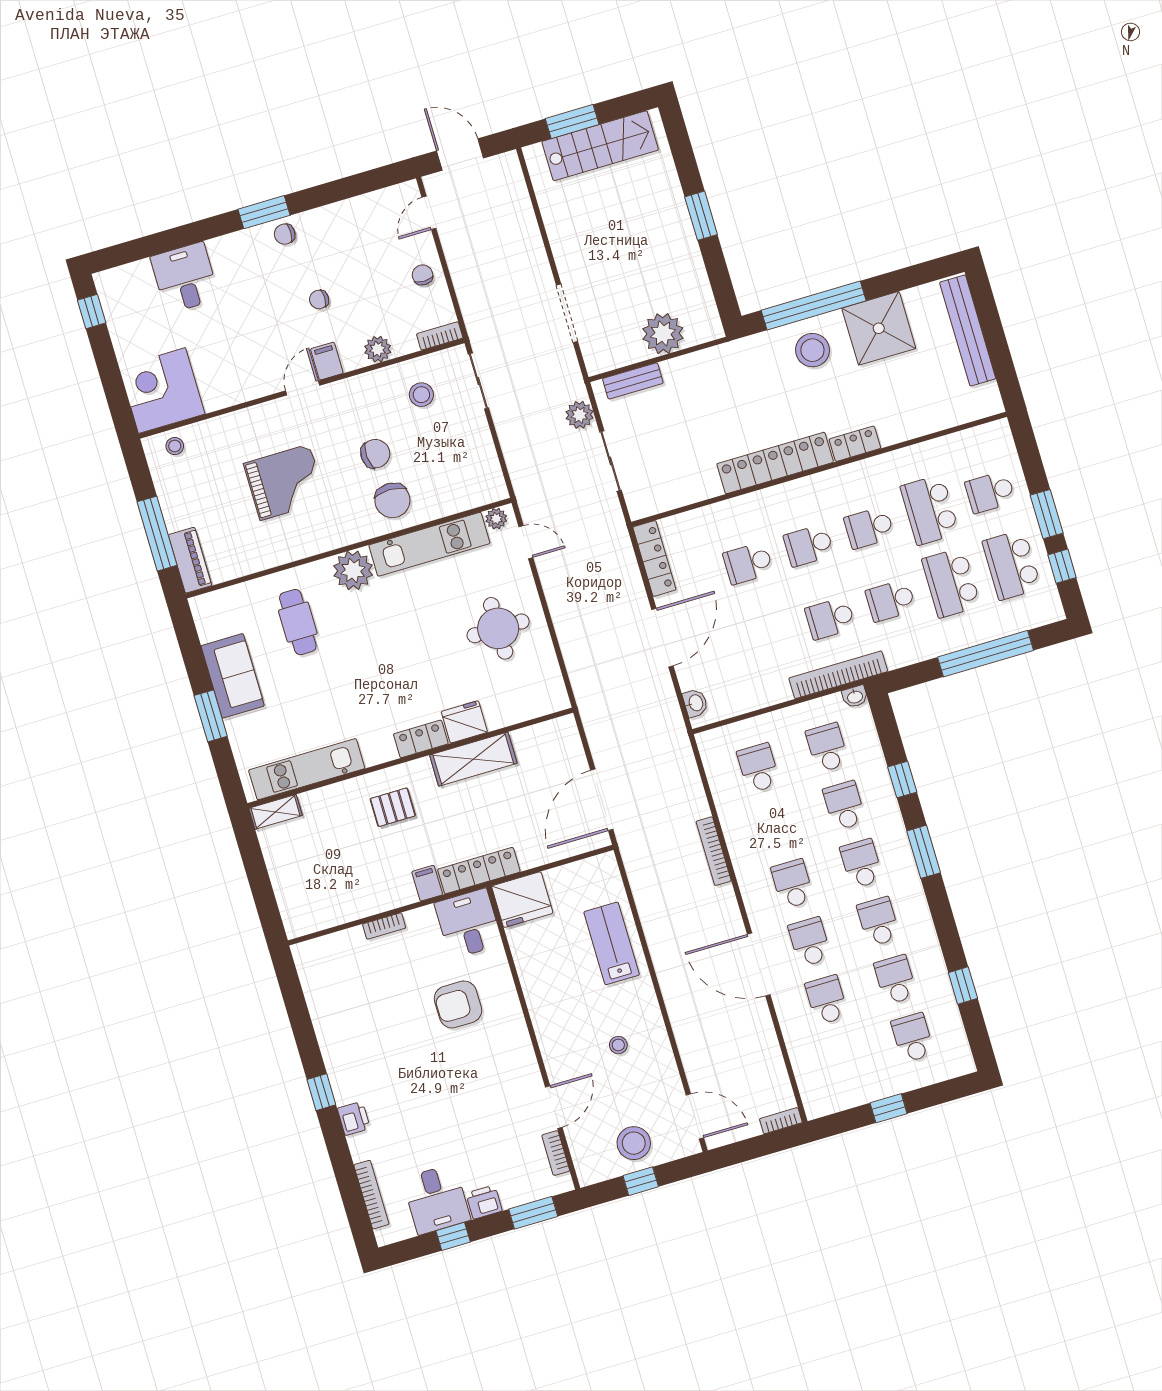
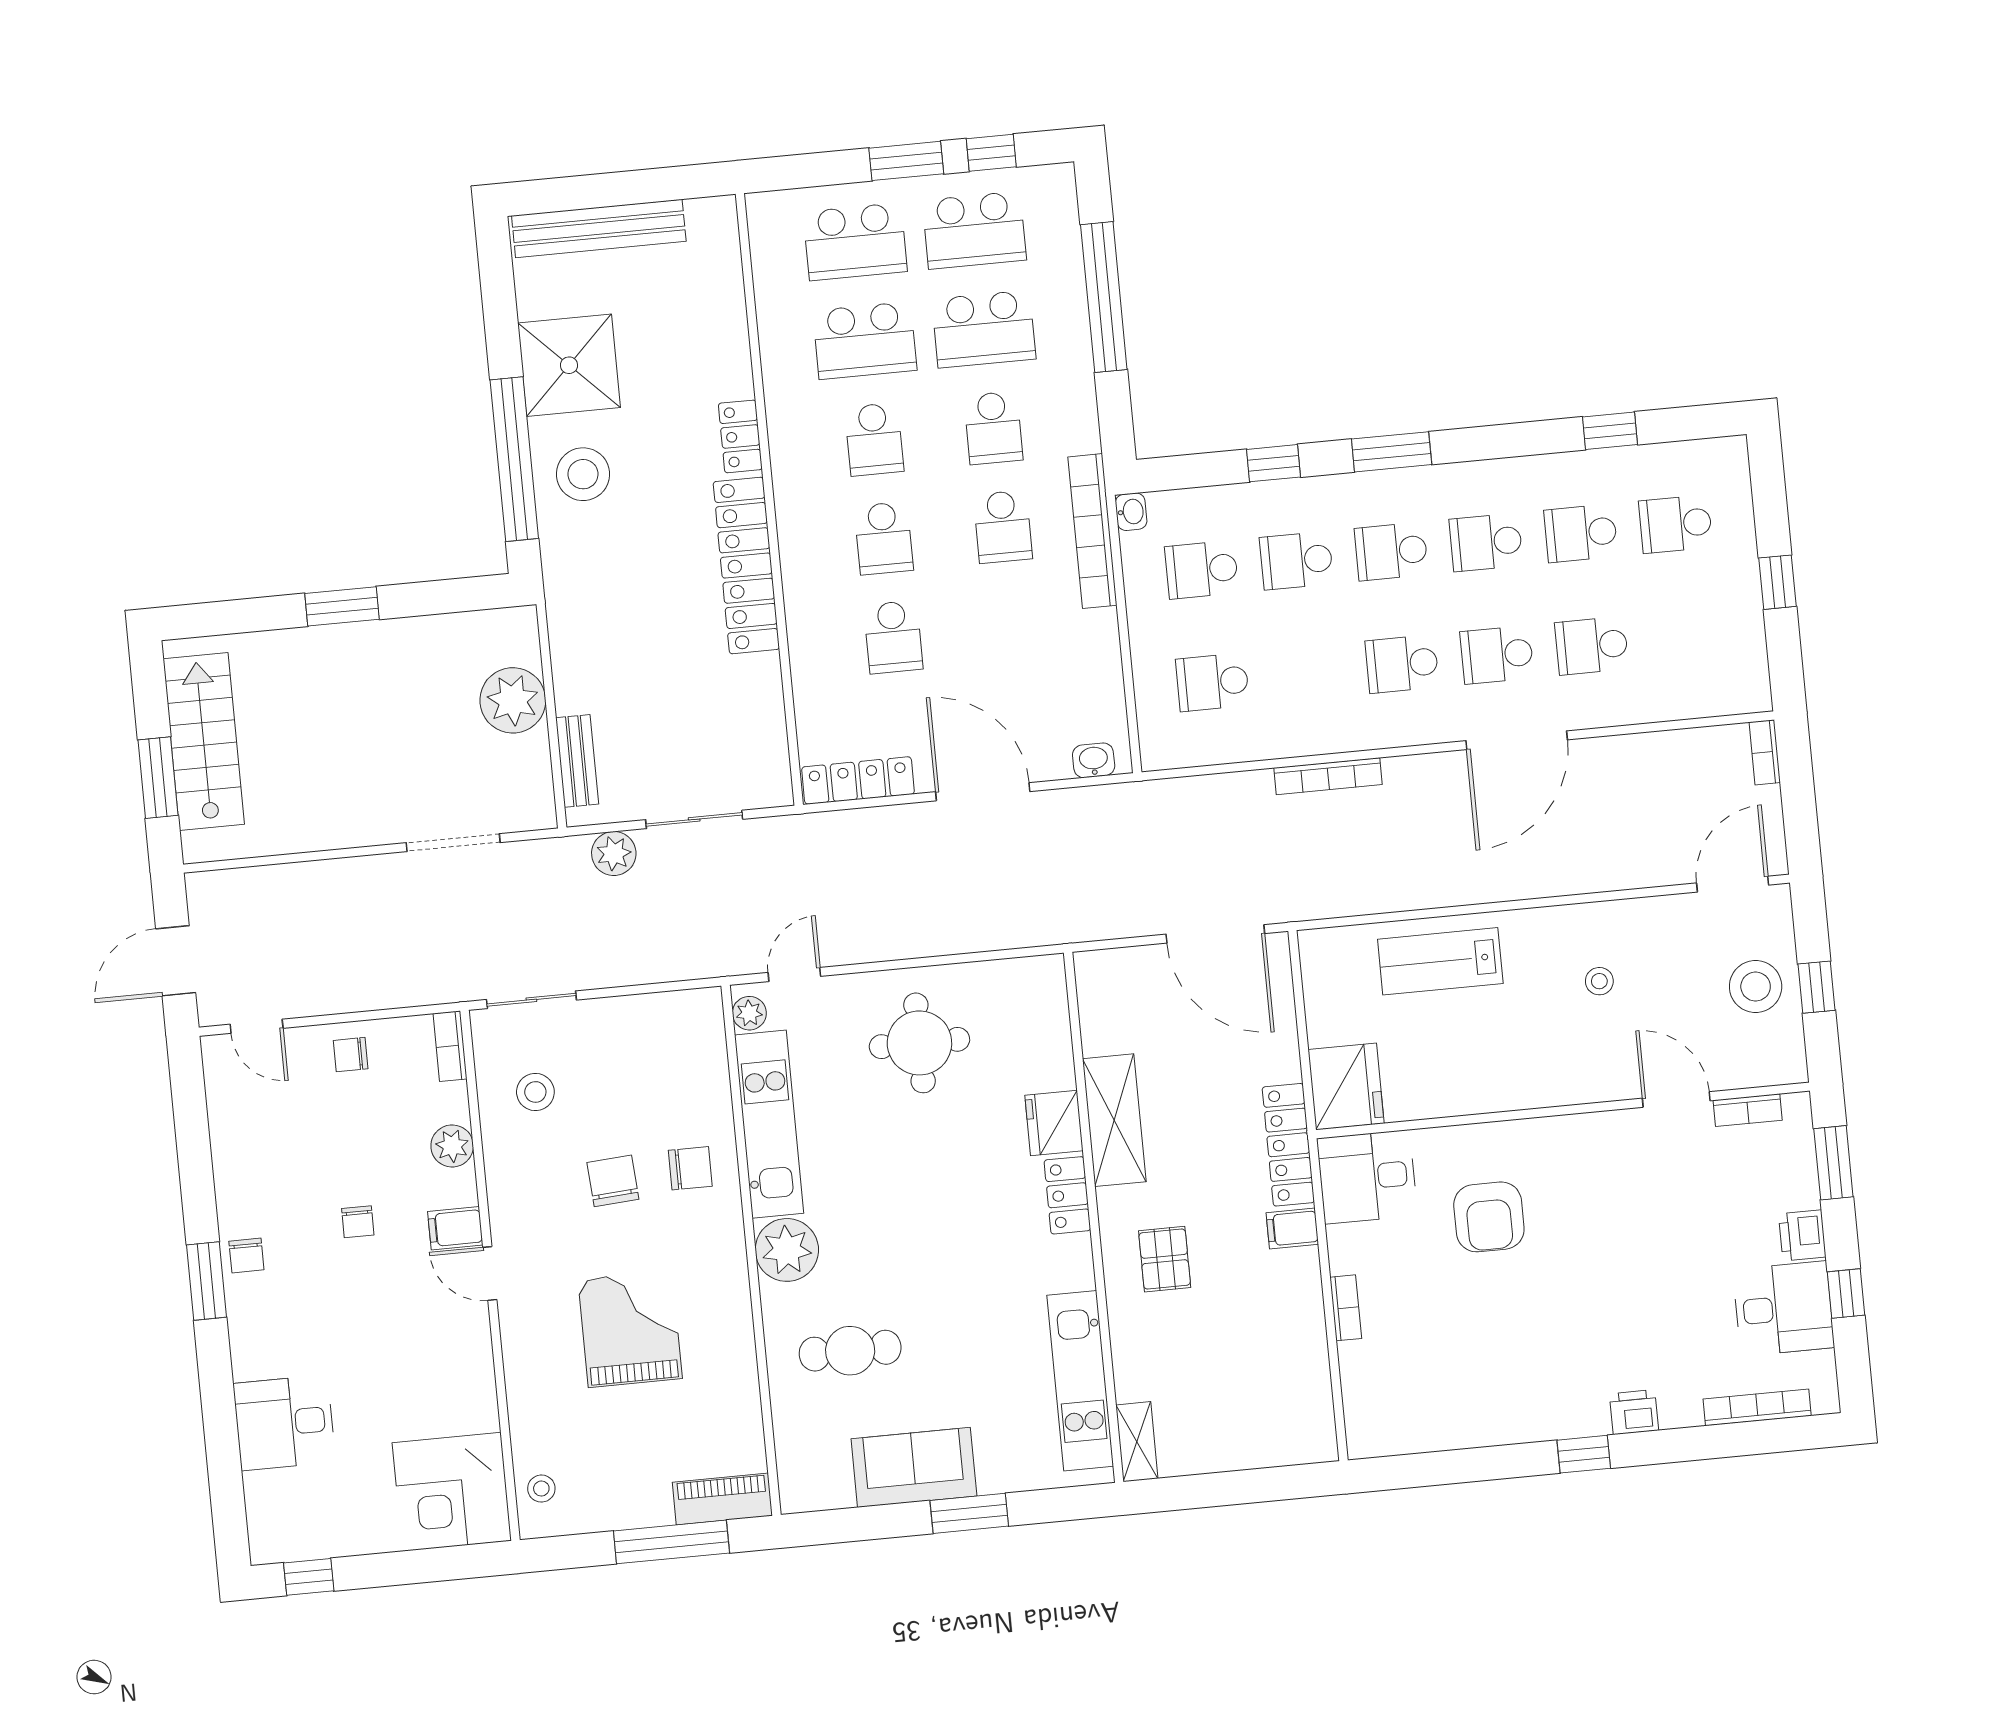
school desk: (990, 492) -> (855, 242), width x1.85
chair: (392, 500) -> (690, 1168), width x0.73, depth x0.73

